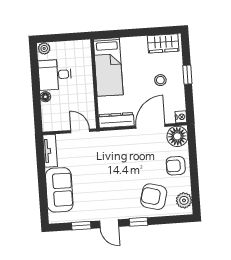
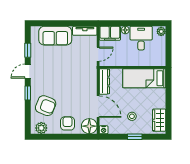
filing cabinet: (51, 117) -> (110, 33), added
armchair: (154, 197) -> (46, 106), turned 96

